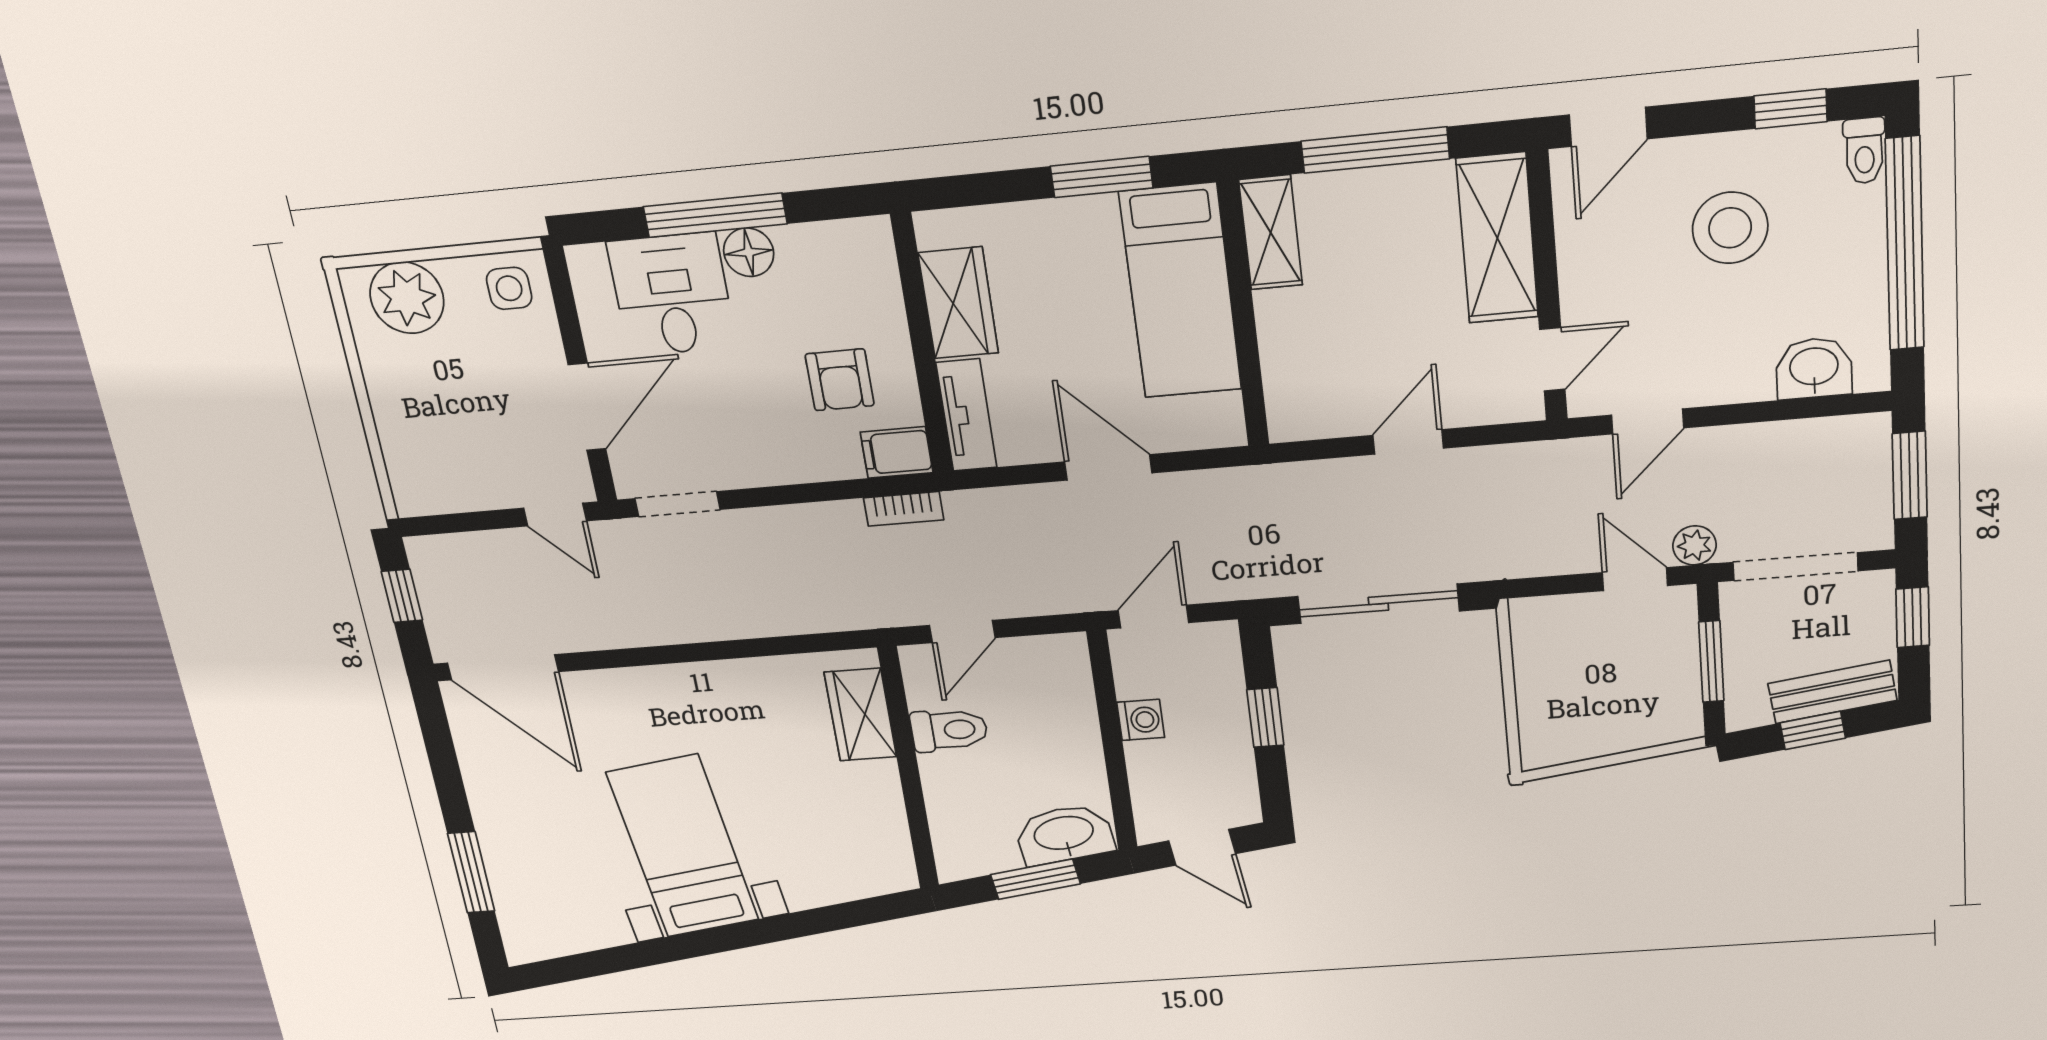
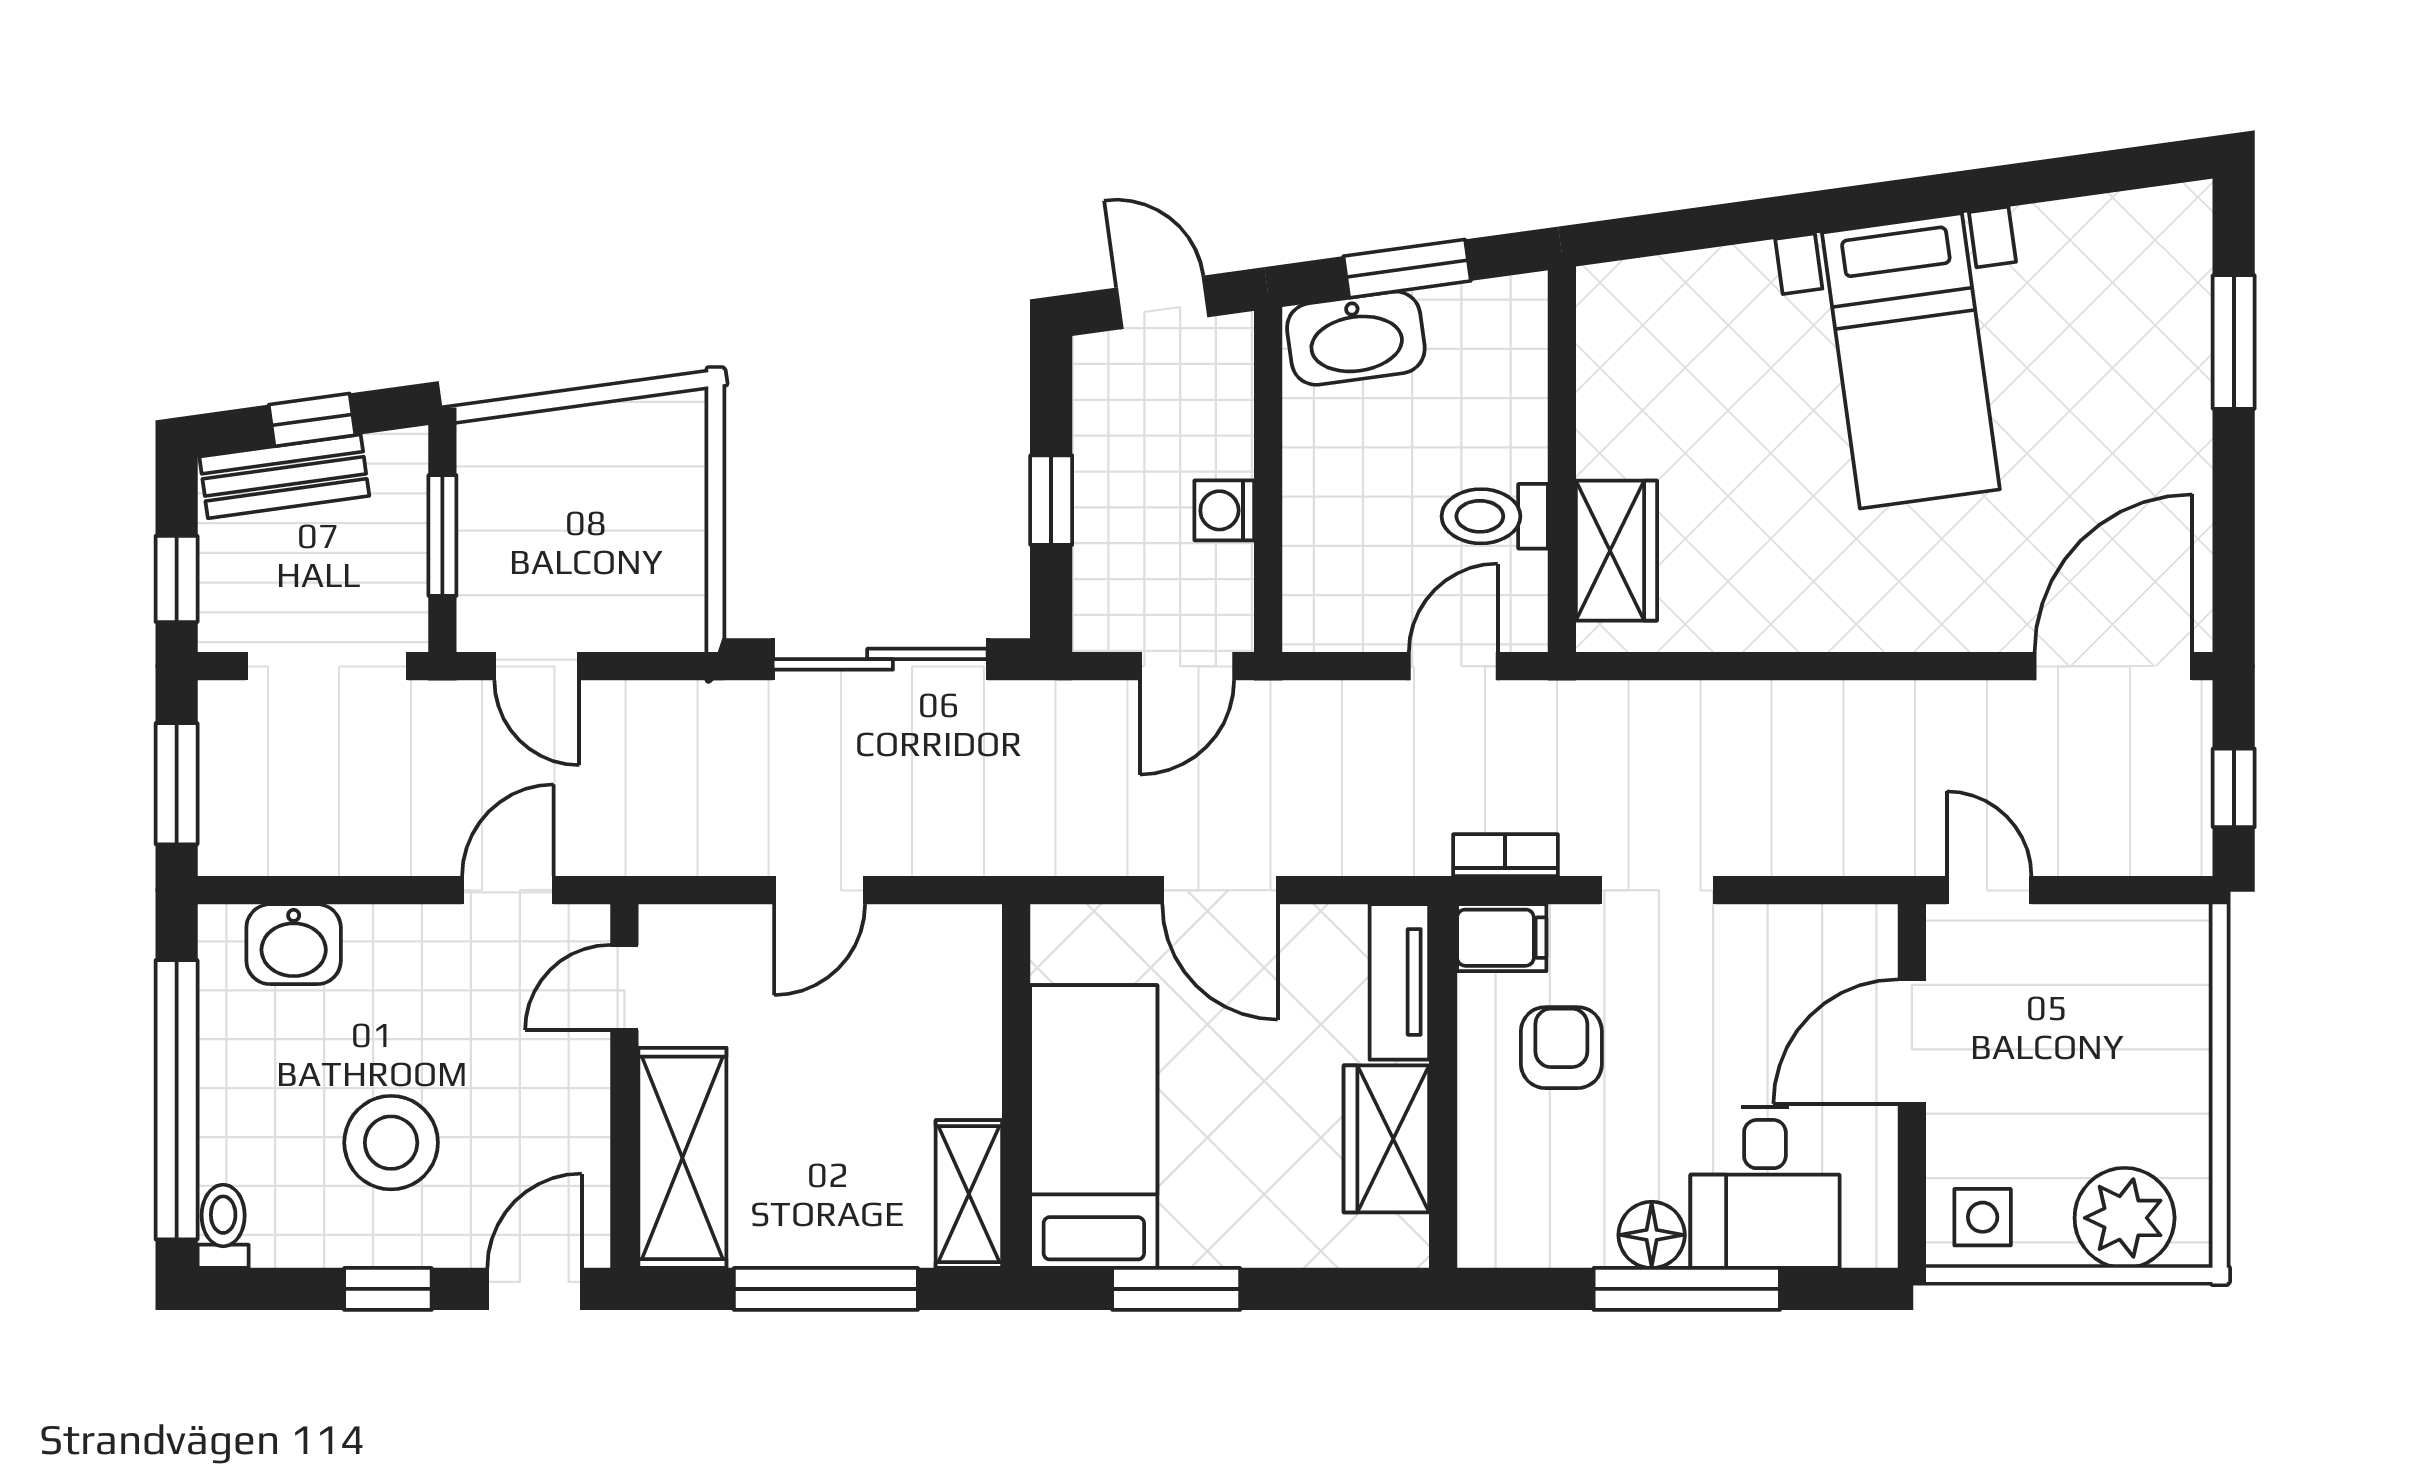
window: (1790, 109) -> (388, 1289), moved
doorway: (677, 504) -> (1658, 890), moved
plant: (1694, 545) -> (456, 708), removed
door: (503, 667) -> (2113, 666), hinge flipped

